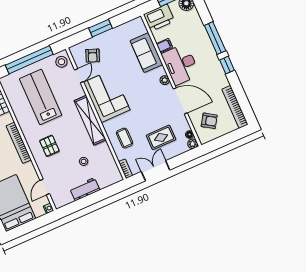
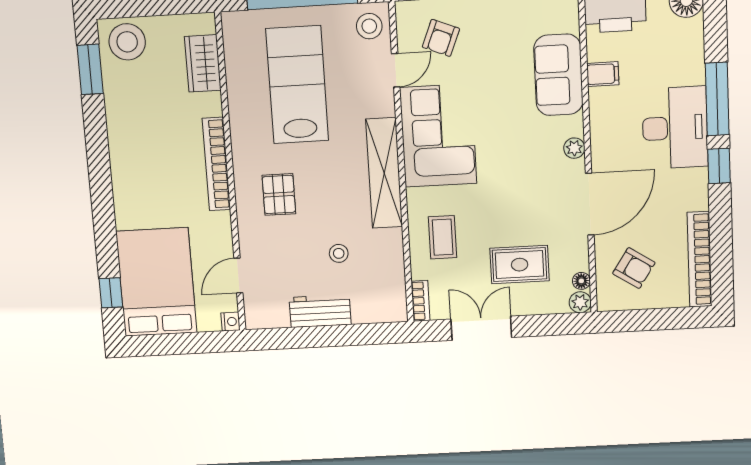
desk: (181, 64) -> (675, 128), moved, turned 180
door: (180, 101) -> (590, 204), hinge flipped

